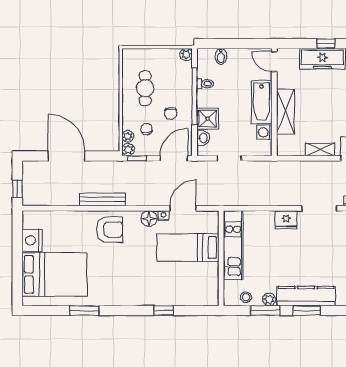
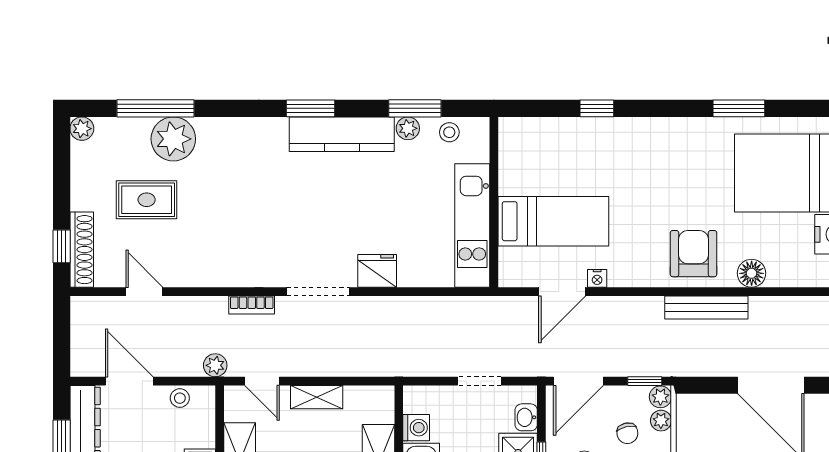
floor lamp: (149, 219) -> (752, 273), moved
armchair: (110, 229) -> (694, 254), turned 90
window: (306, 311) -> (310, 108), moved

